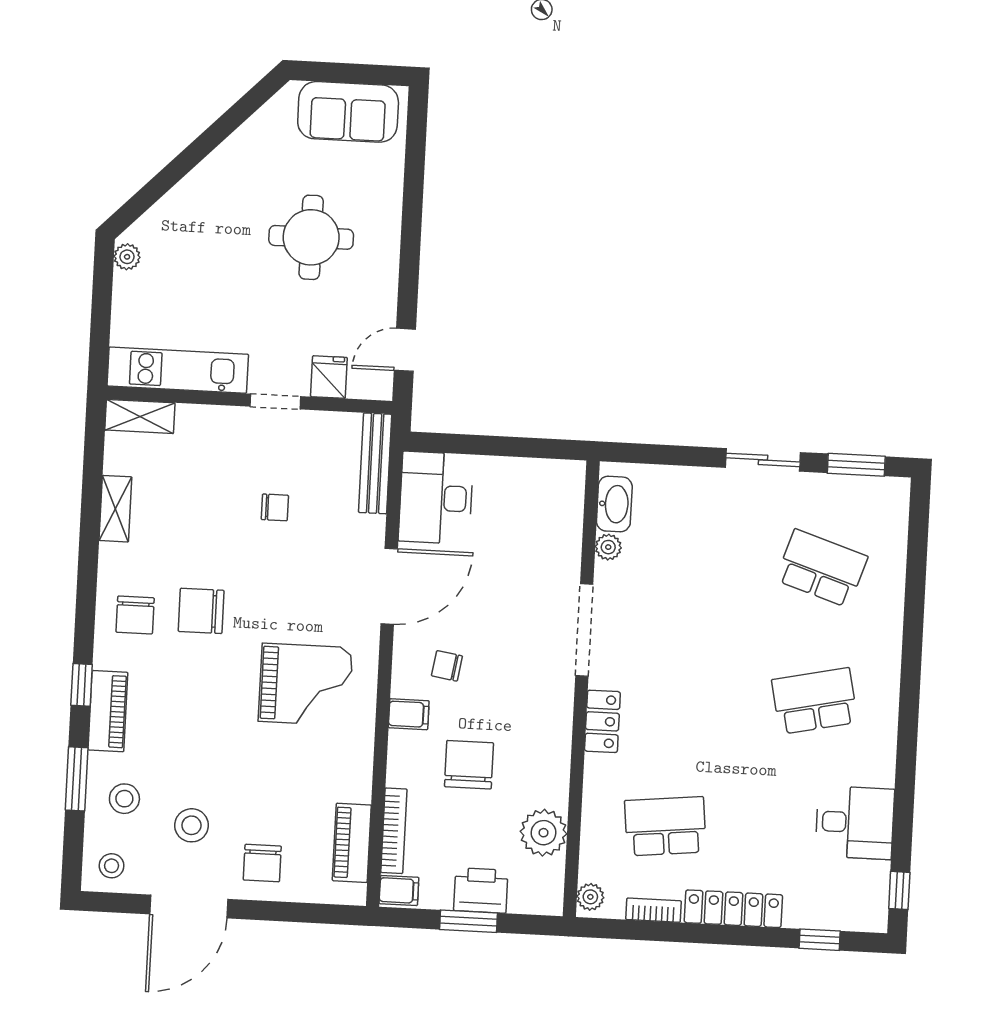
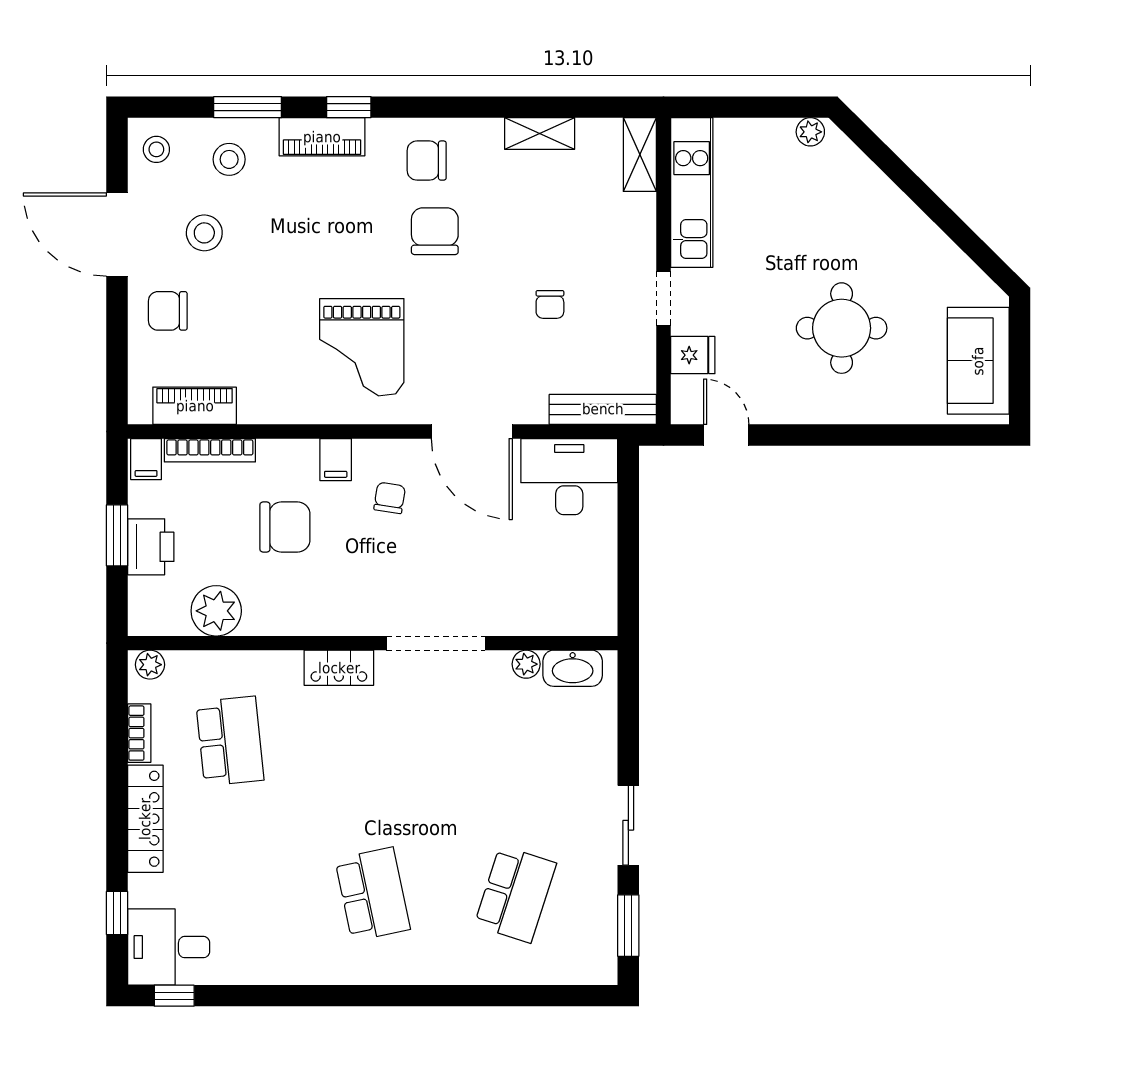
desk: (855, 823) -> (169, 947), moved, turned 90

